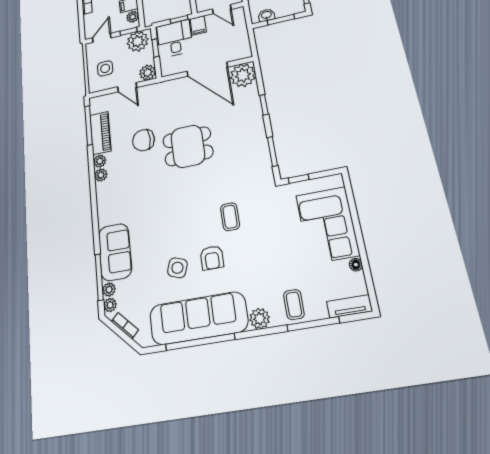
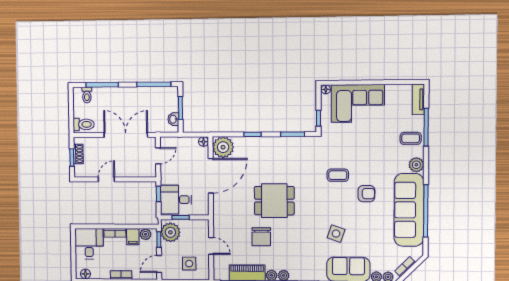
filing cabinet: (198, 25) -> (168, 178), removed
door: (102, 38) -> (159, 264), hinge flipped
floor lamp: (246, 53) -> (204, 142), added
plant: (148, 73) -> (202, 227), removed
door: (127, 87) -> (211, 246), hinge flipped
dining table: (188, 146) -> (274, 201), turned 90
floor lamp: (356, 265) -> (326, 89), moved
side table: (177, 268) -> (336, 234), moved

